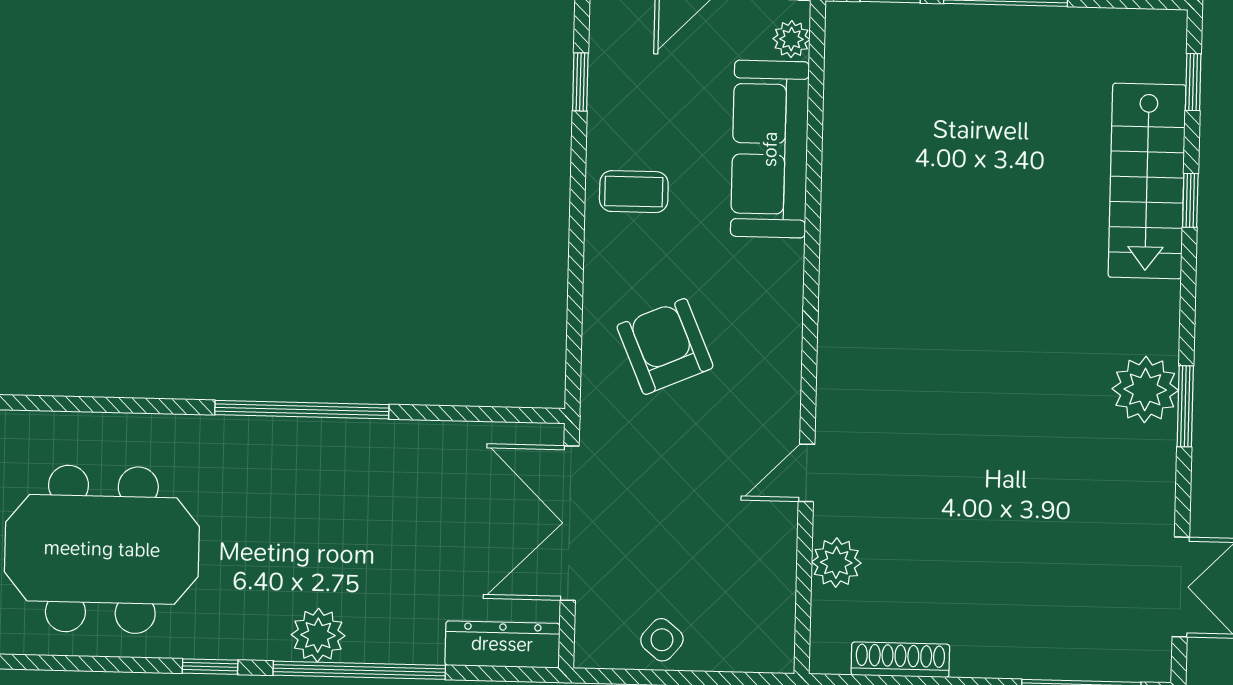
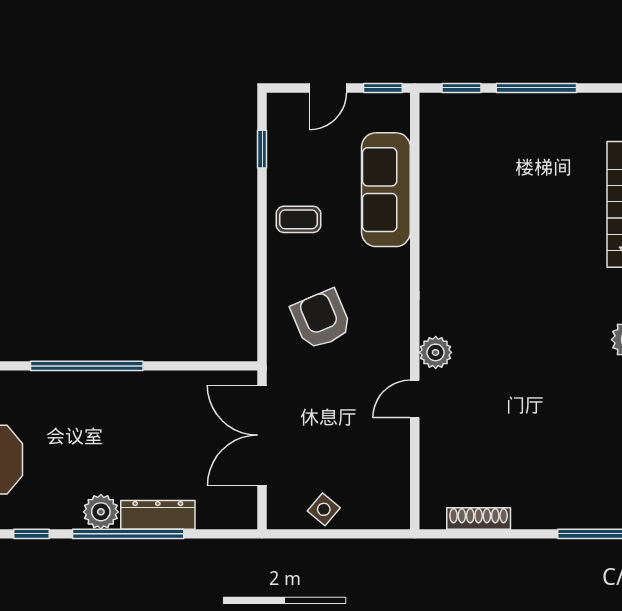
plant: (791, 39) -> (398, 118), removed
plant: (836, 563) -> (436, 352), moved
dresser: (502, 644) -> (158, 515), moved

